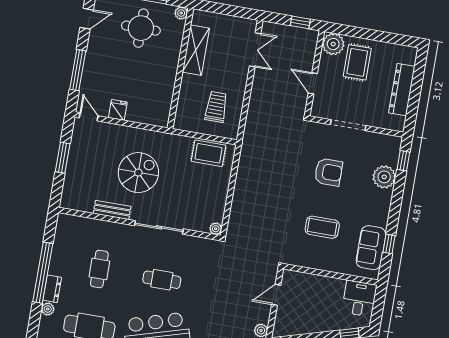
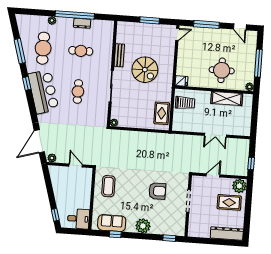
round table: (141, 28) -> (222, 70), moved
double door: (255, 50) -> (215, 135), moved
dresser: (402, 90) -> (227, 233), moved
trolley: (216, 107) -> (185, 103), moved
fridge: (118, 110) -> (182, 81), moved
armchair: (329, 172) -> (157, 191), turned -90
plant: (384, 177) -> (143, 226), moved
coffee table: (322, 227) -> (108, 186), moved
dresser: (52, 289) -> (82, 23), moved

